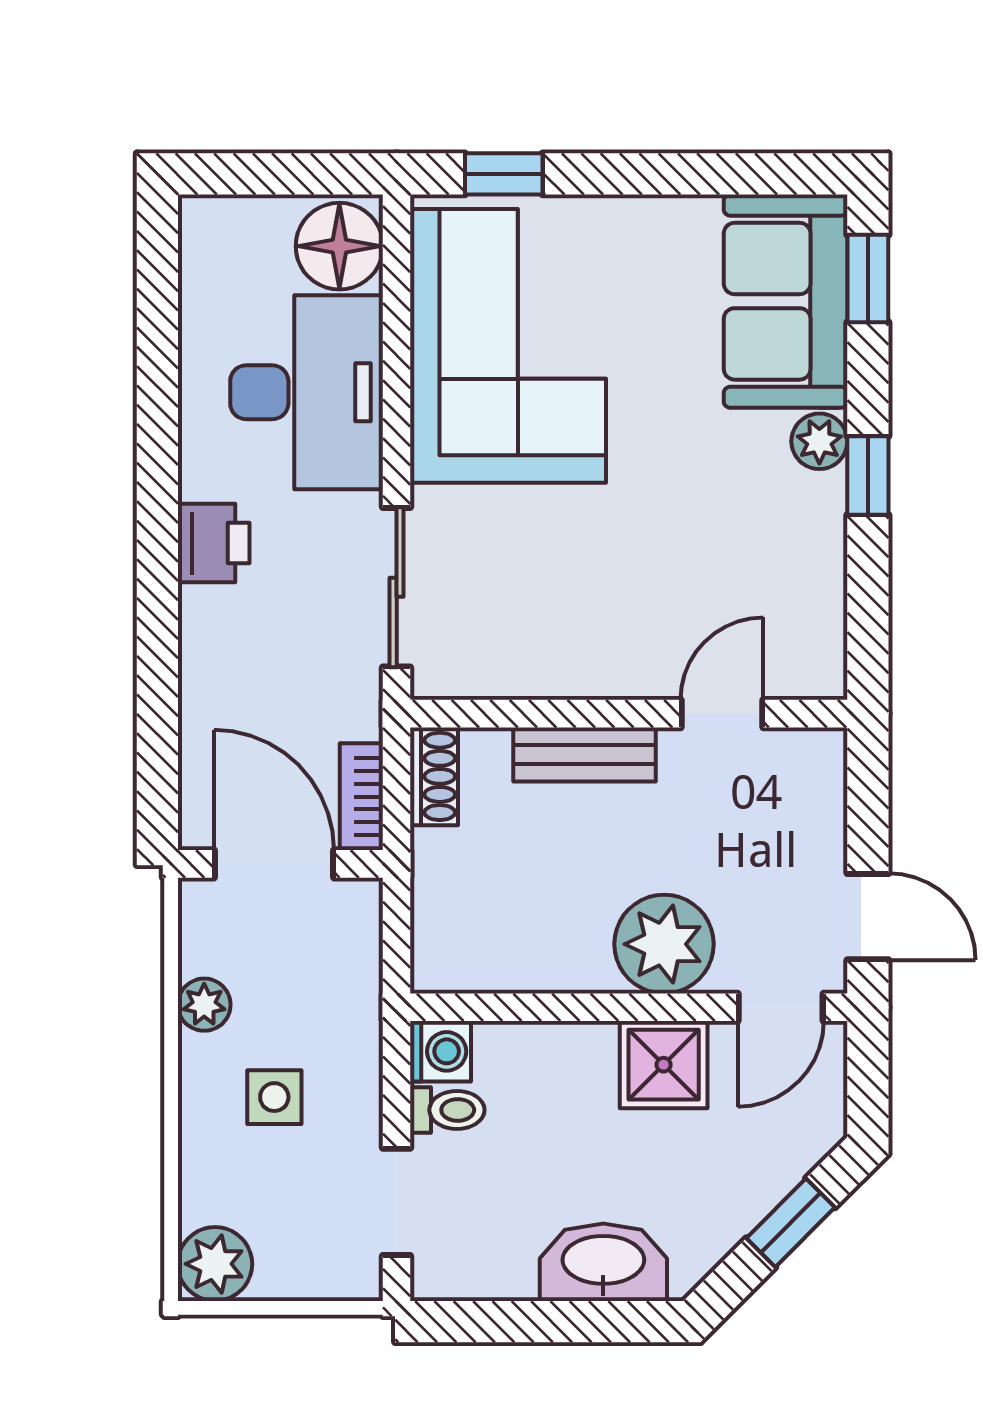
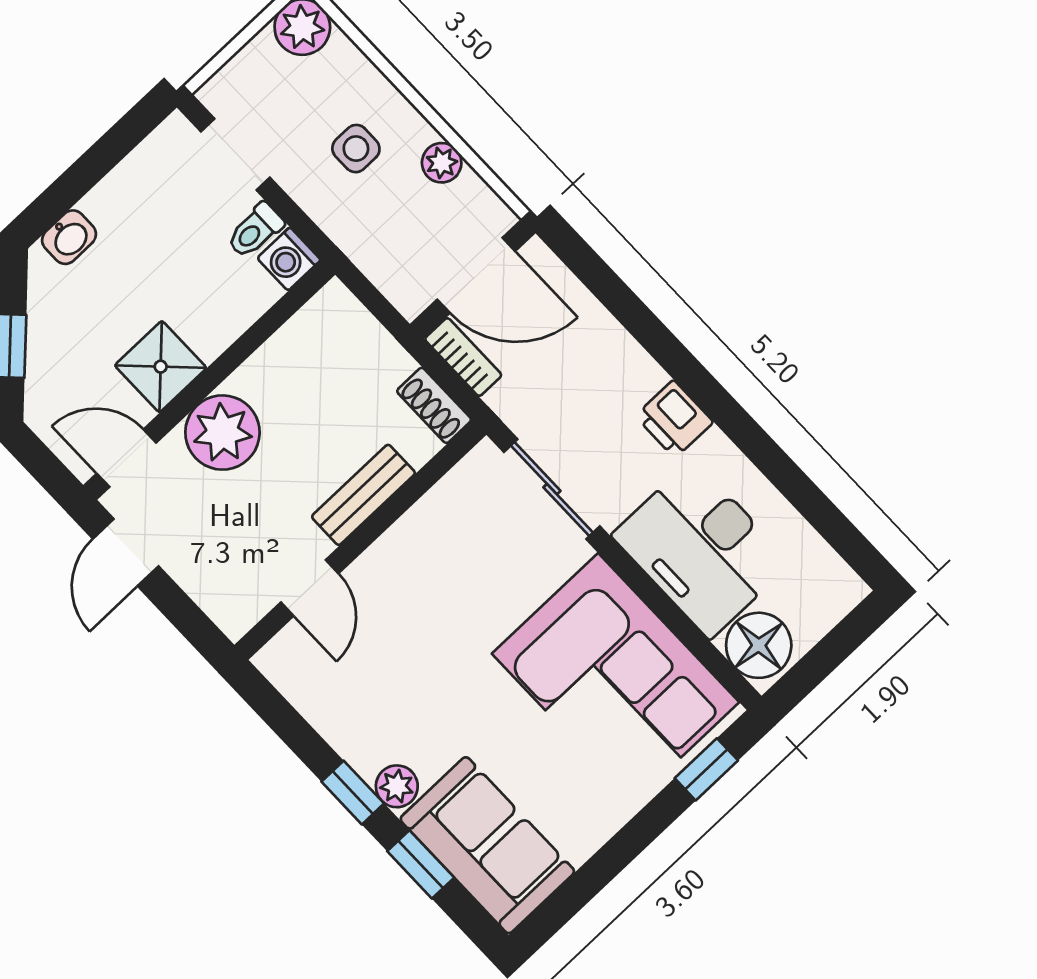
window: (868, 279) -> (421, 864), moved
door: (868, 917) -> (126, 552), hinge flipped
door: (781, 1007) -> (126, 458), hinge flipped
washbasin: (603, 1262) -> (69, 237), width x0.52, depth x0.69

